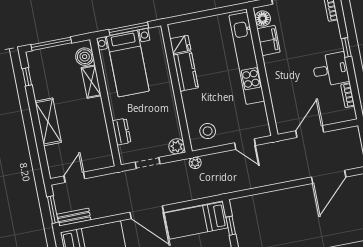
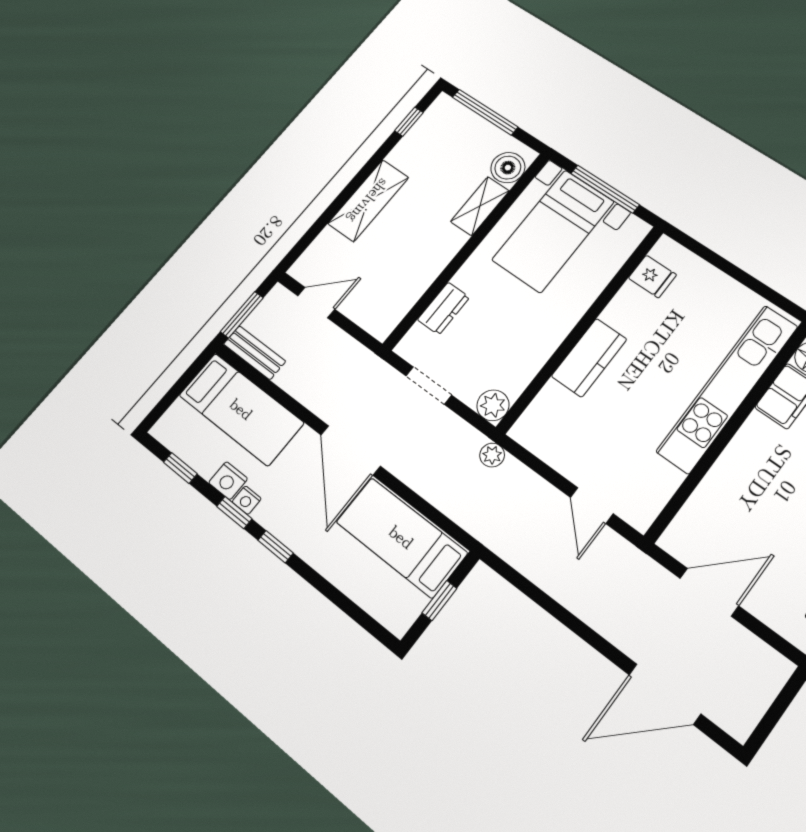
kitchen counter: (186, 71) -> (589, 358), moved
stool: (208, 131) -> (559, 430), removed

